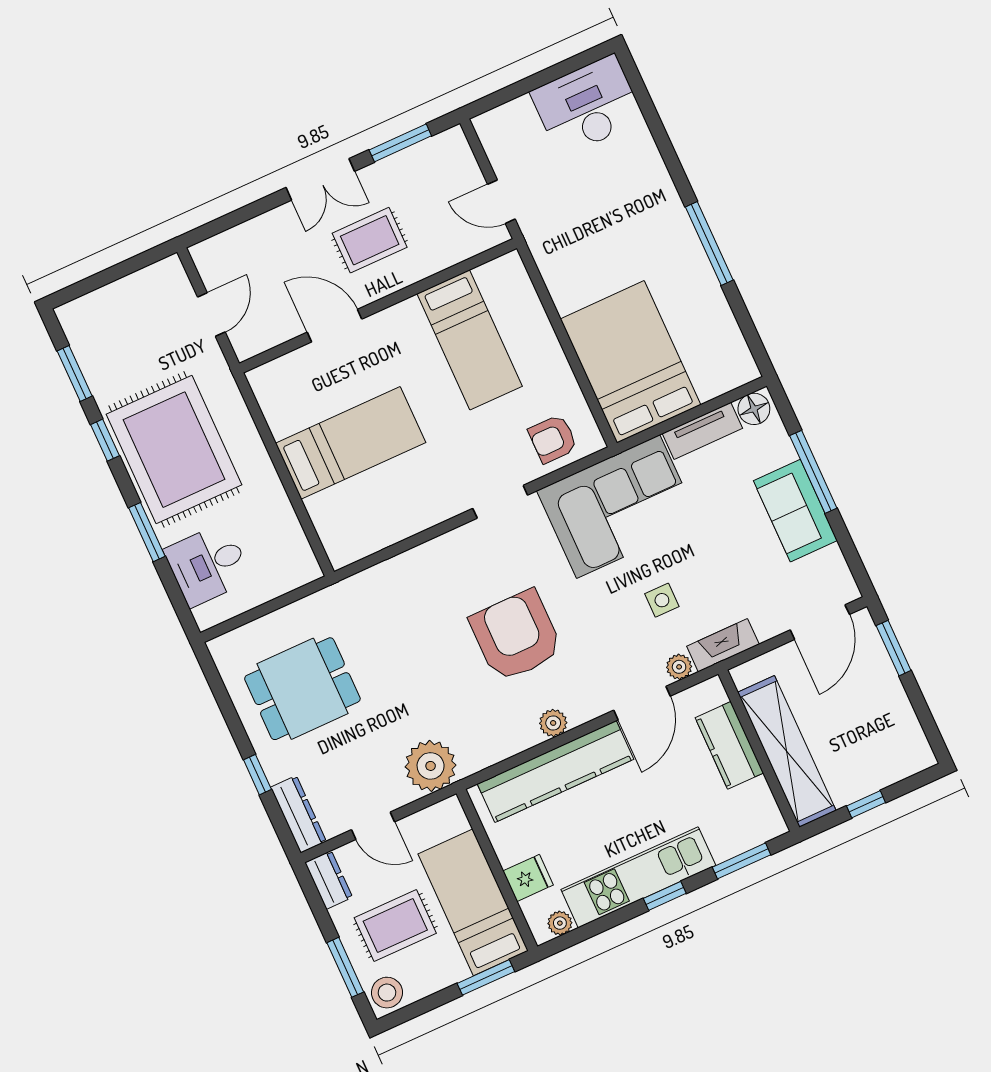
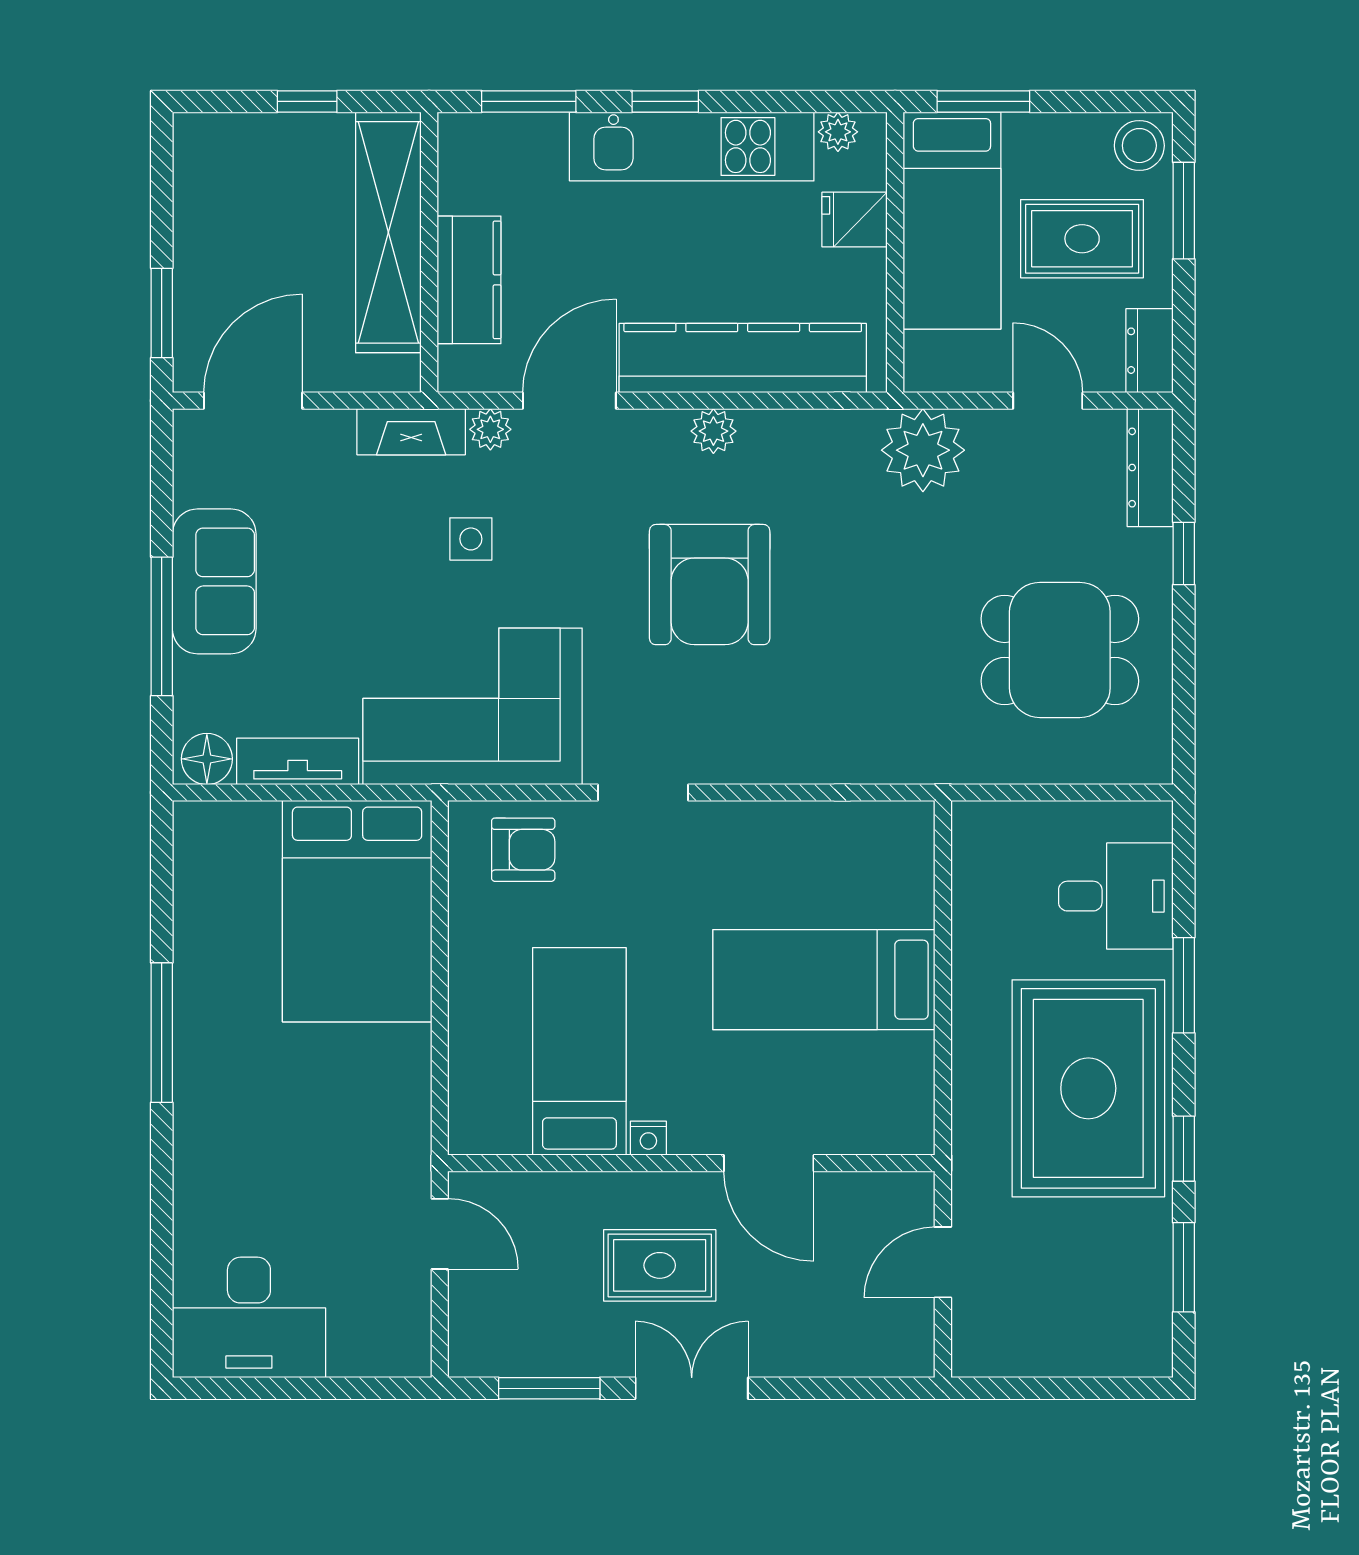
nightstand: (409, 309) -> (648, 1138), added

